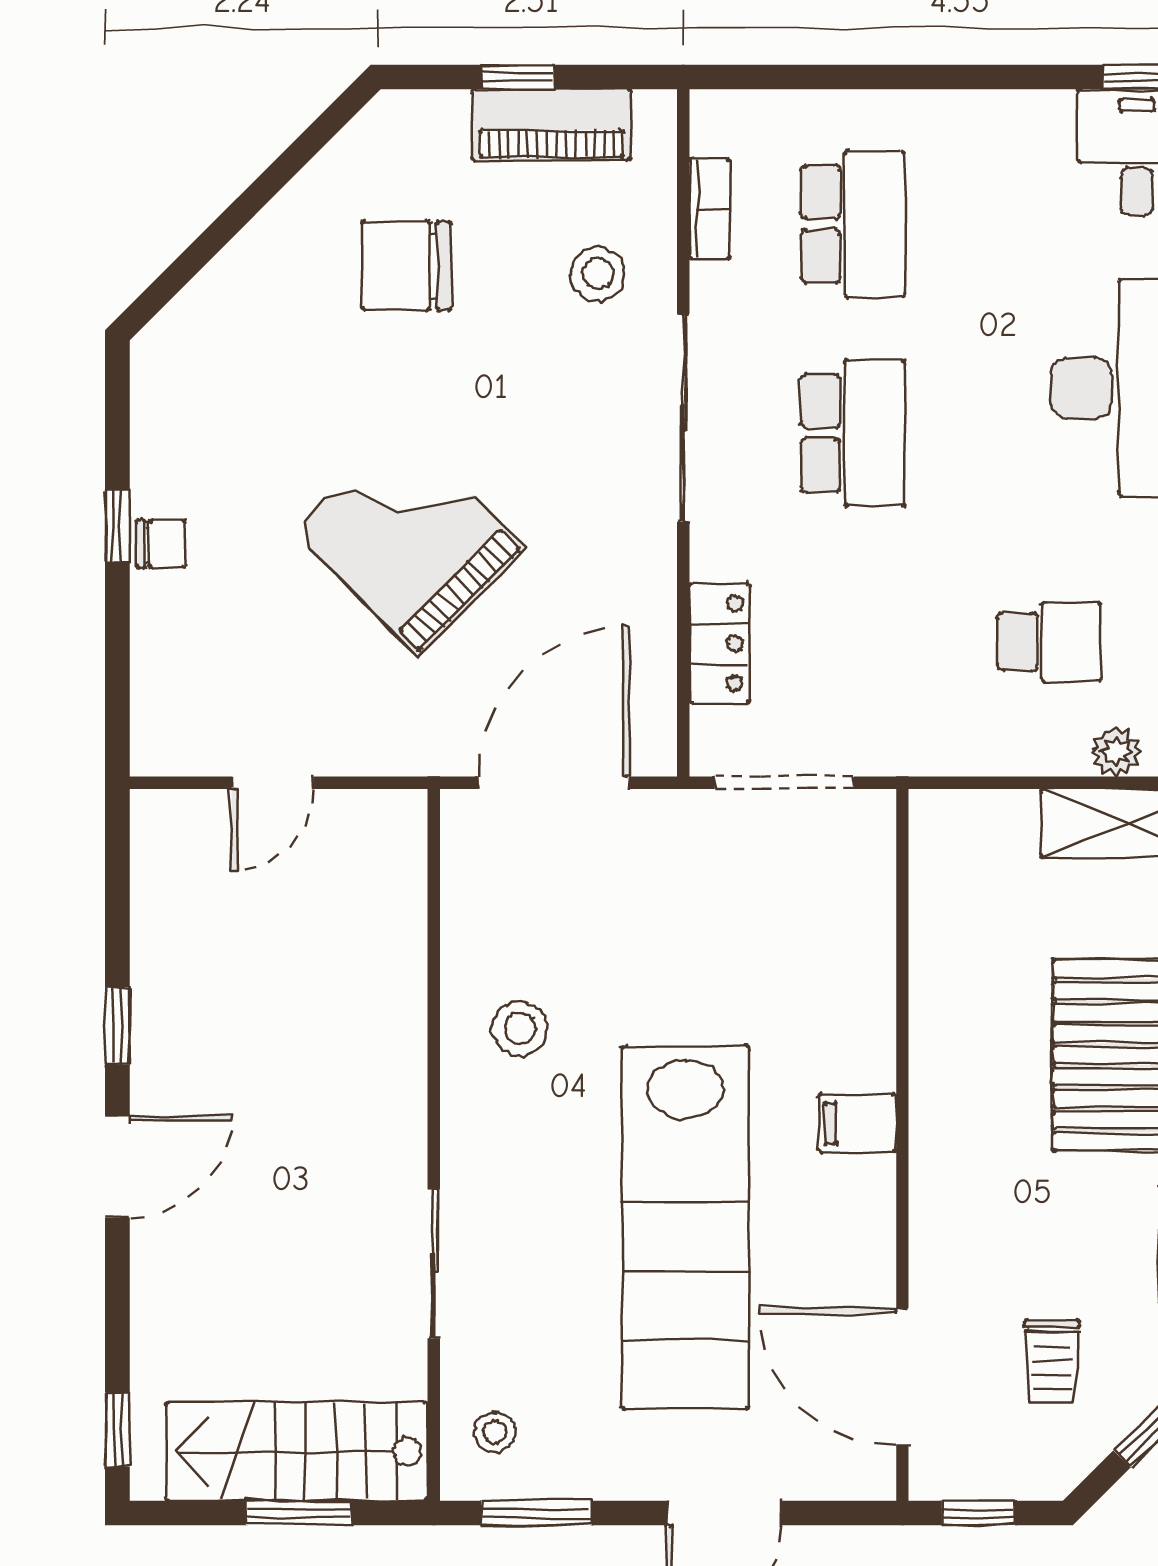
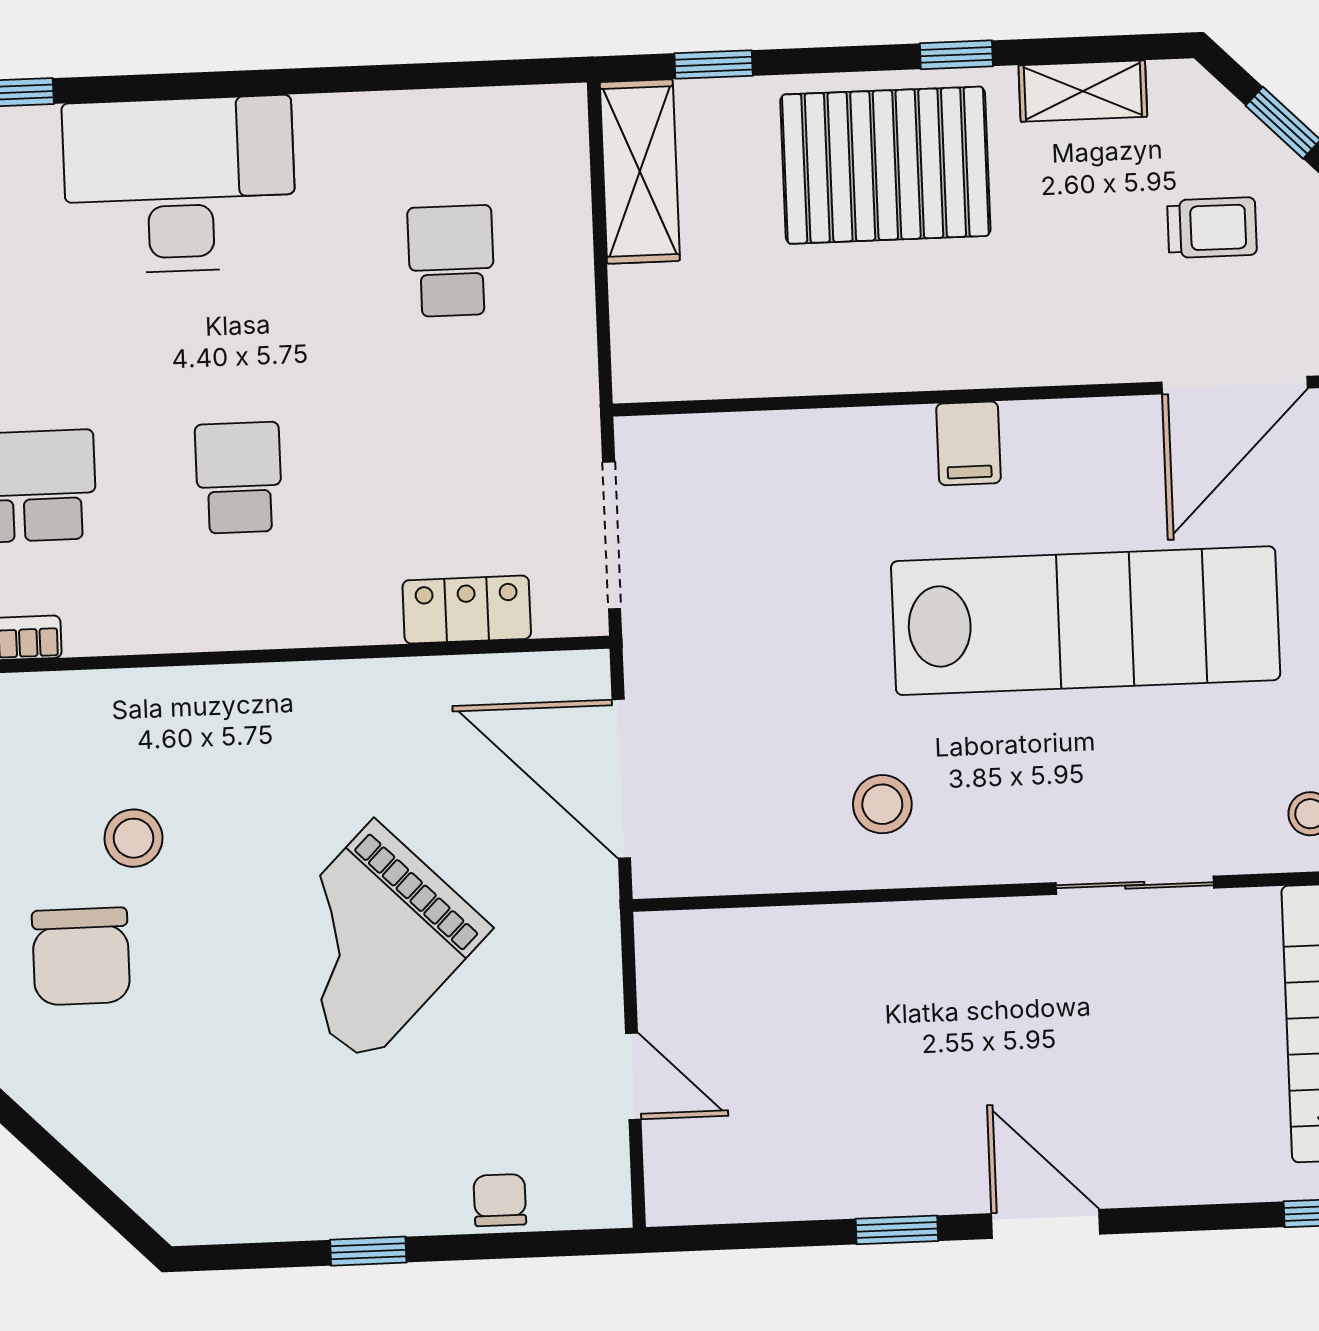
stool: (598, 274) -> (133, 838), moved
sliding door: (683, 418) -> (230, 657), removed
school desk: (853, 433) -> (239, 478), width x0.54
chair: (161, 544) -> (500, 1200), moved
plant: (1116, 752) -> (565, 185), removed

